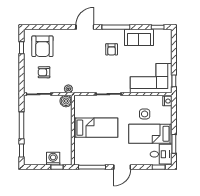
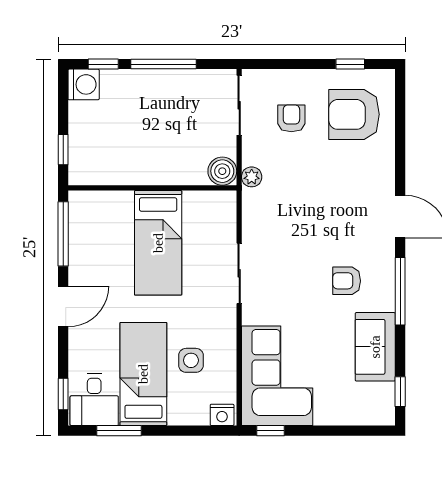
washing machine: (53, 159) -> (84, 84), moved
door: (122, 167) -> (63, 306), swing flipped

